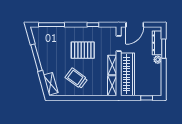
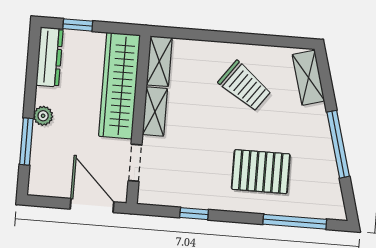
door: (135, 25) -> (92, 205), hinge flipped
dresser: (157, 43) -> (49, 57), moved
pallet: (83, 50) -> (261, 172), moved

